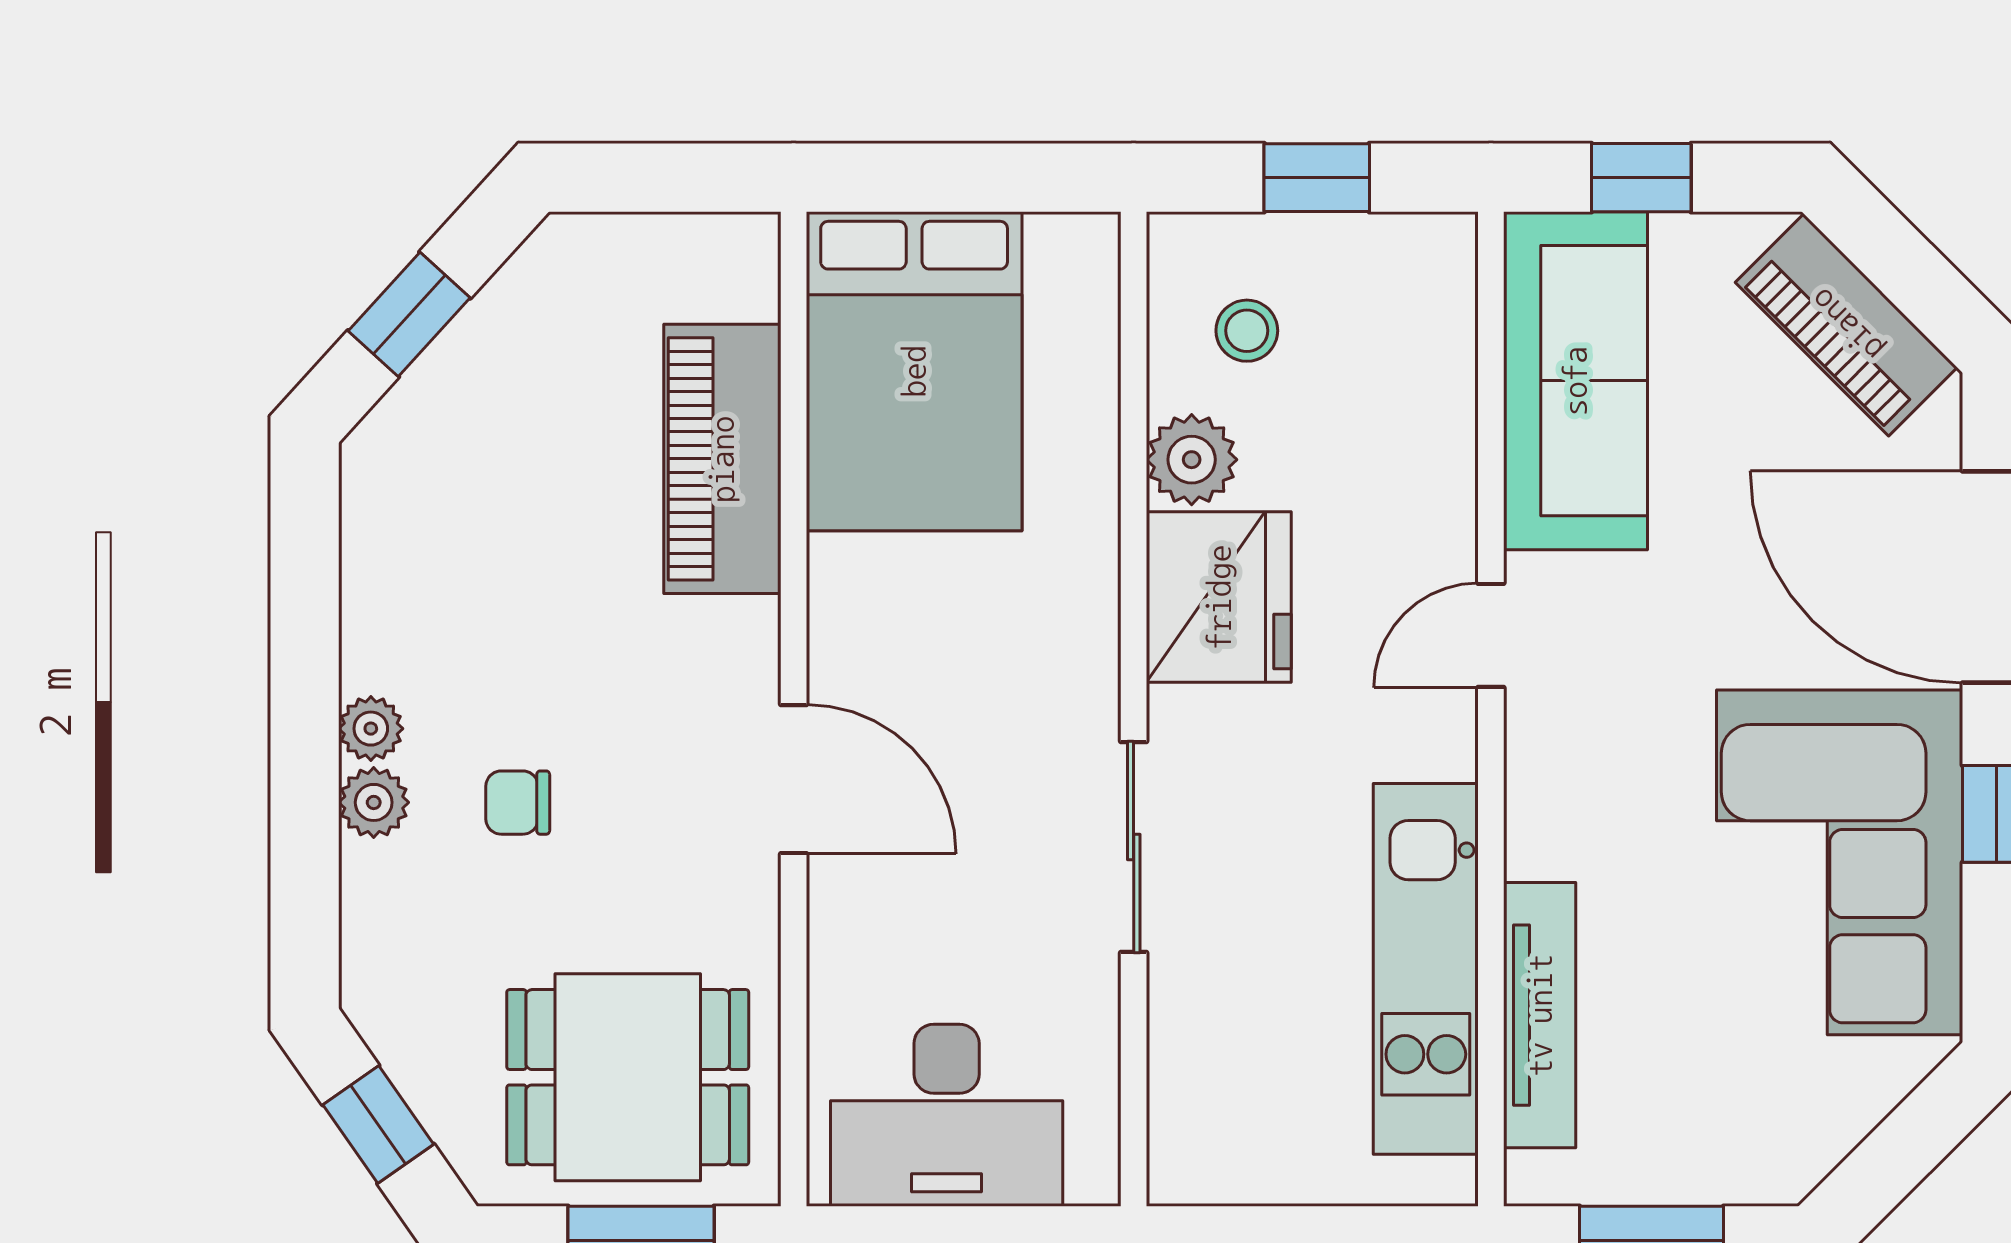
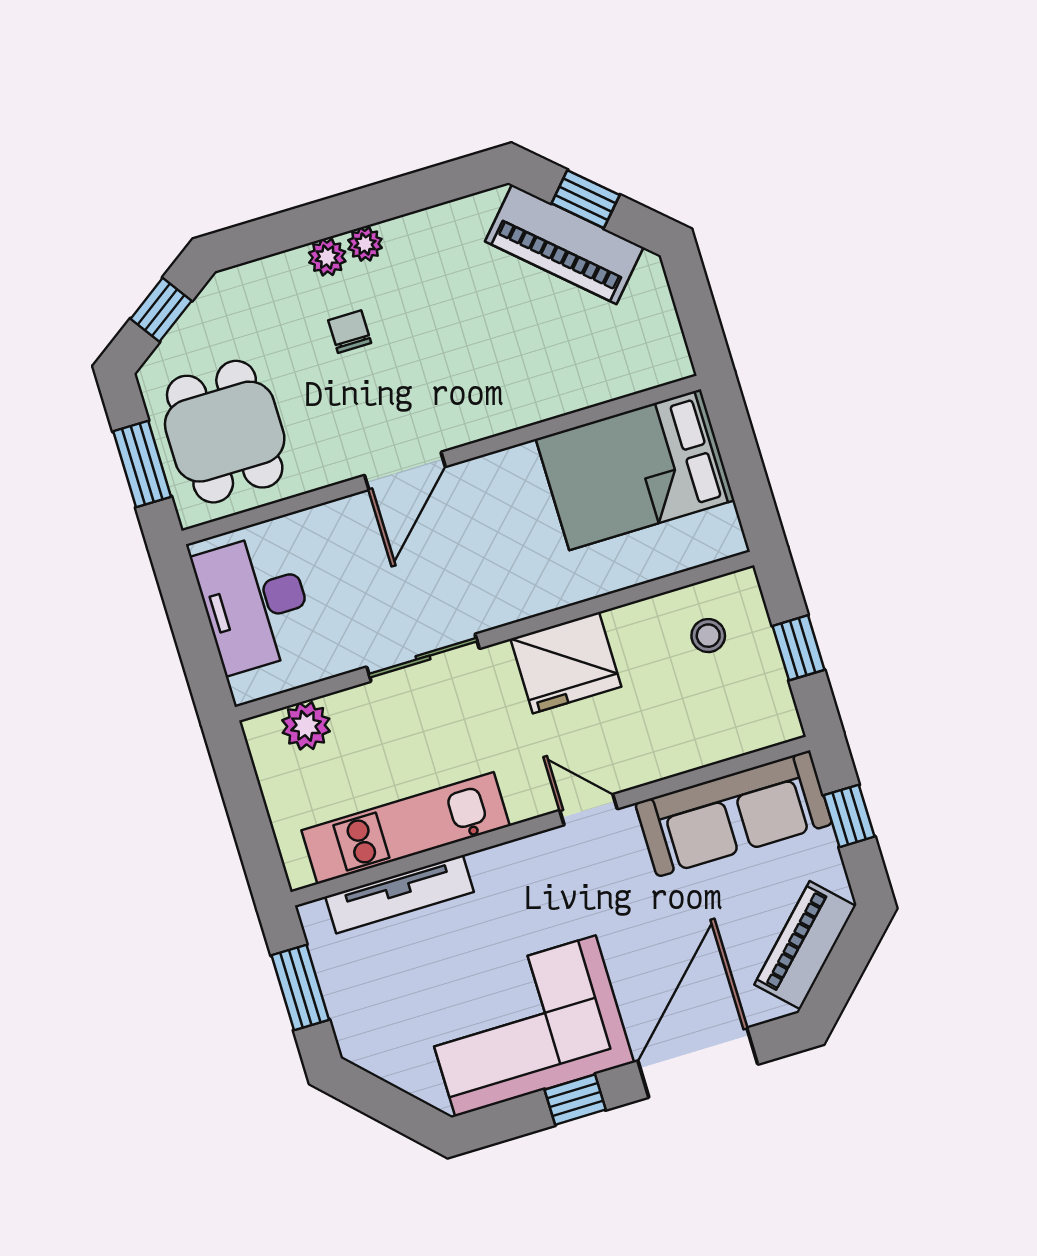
piano: (722, 459) -> (564, 244), moved, turned -138
plant: (1192, 460) -> (306, 726), moved

